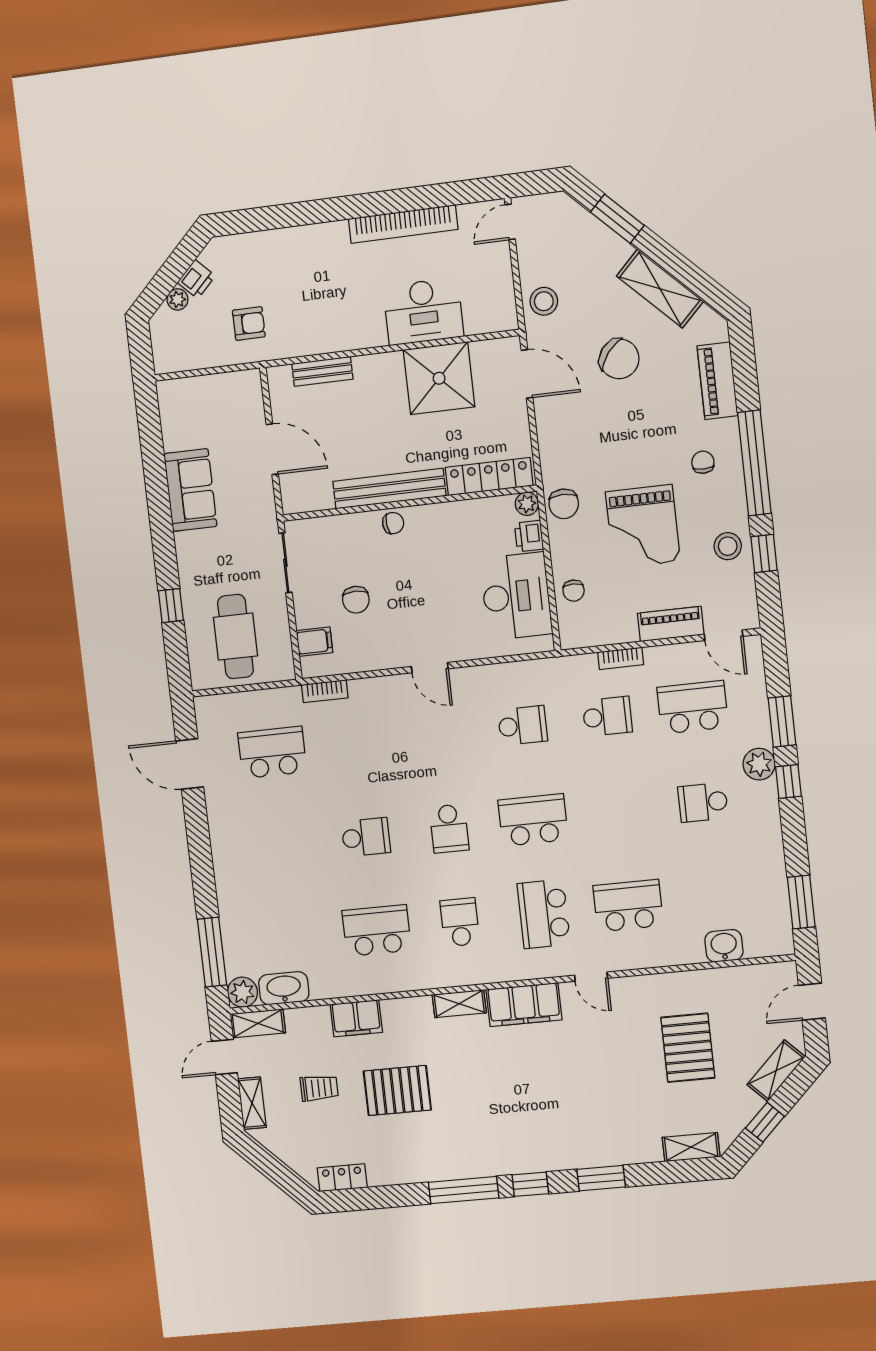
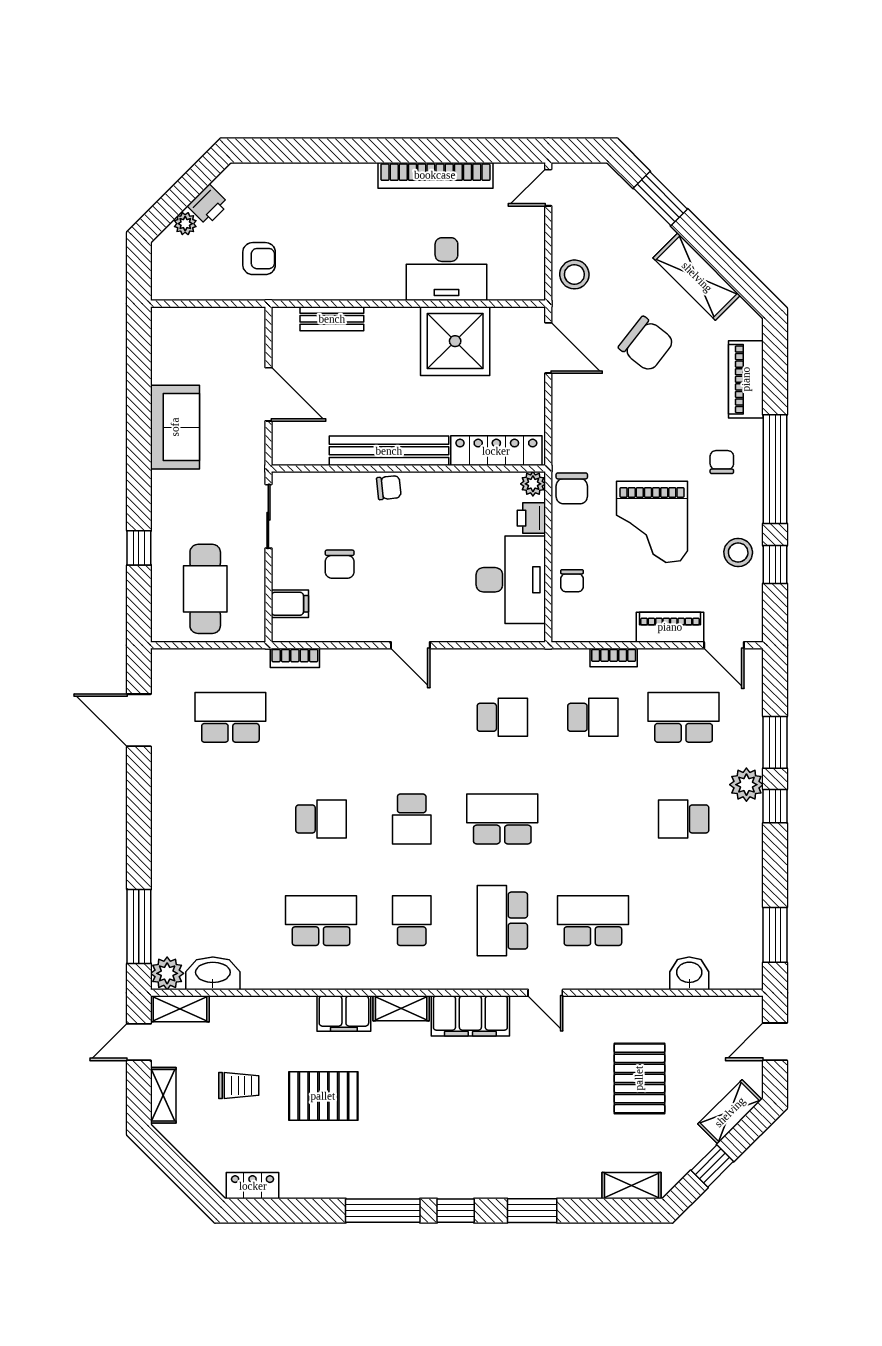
filing cabinet: (356, 1018) -> (344, 1013), moved

